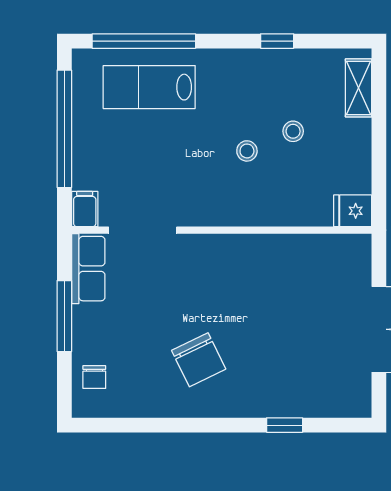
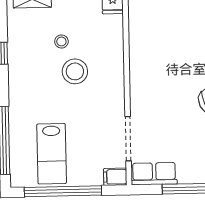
lab bench: (149, 87) -> (52, 154), moved
stool: (247, 151) -> (75, 71), width x1.89, depth x1.89

